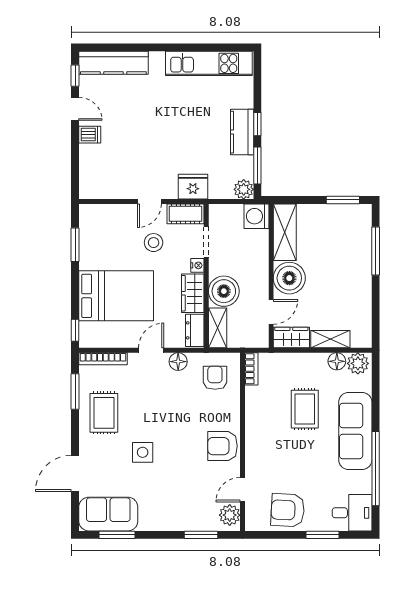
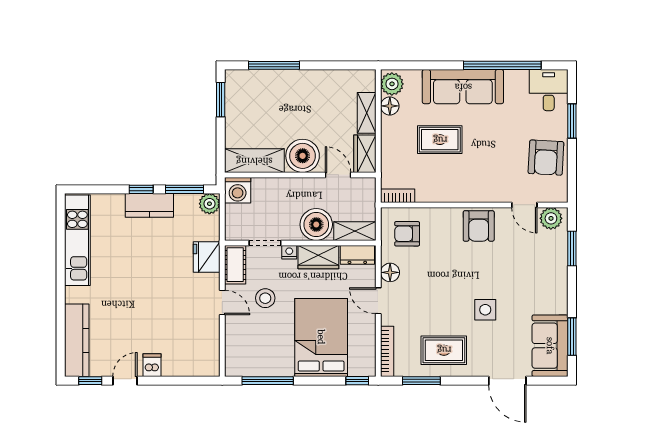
window: (75, 245) -> (268, 381), width x1.44

